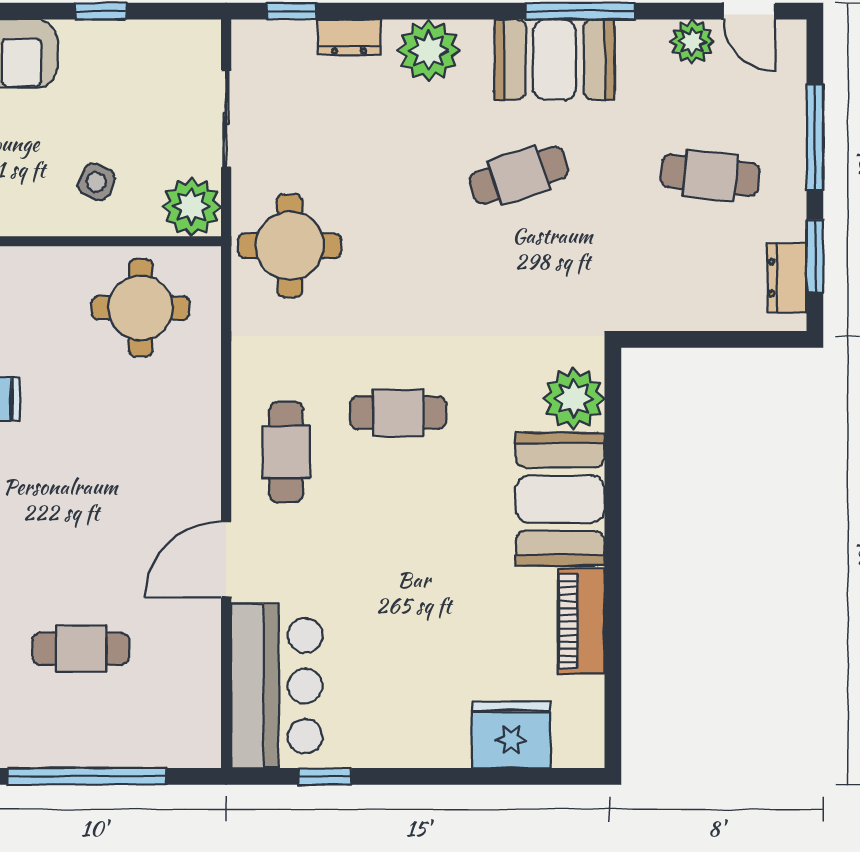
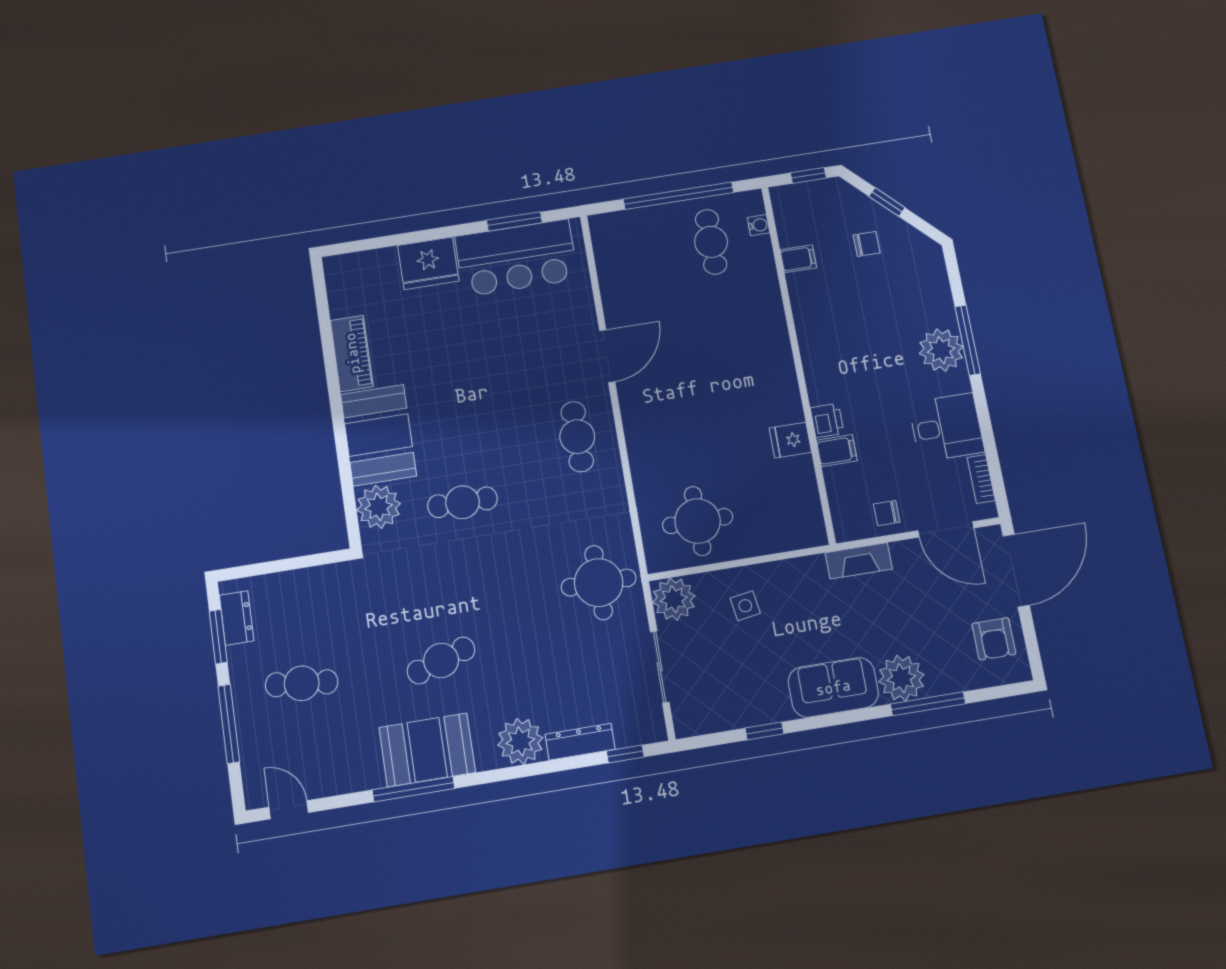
dresser: (349, 37) -> (580, 742), width x1.44
plant: (692, 41) -> (328, 780), removed
side table: (96, 182) -> (745, 606), turned -32
cafe table: (398, 413) -> (462, 502), moved
cafe table: (81, 649) -> (711, 242), moved, turned 90
bar counter: (277, 686) -> (516, 258), moved, turned -90
fridge: (511, 735) -> (428, 263), moved
window: (325, 776) -> (514, 221), width x1.50

